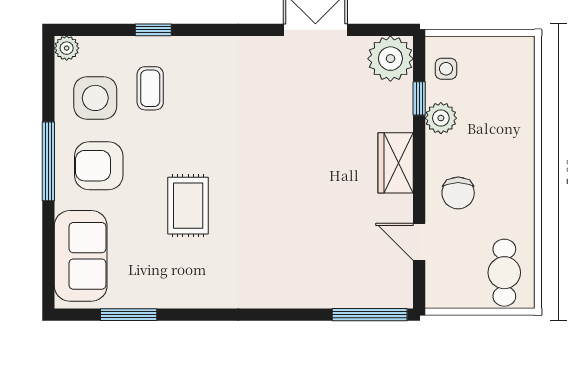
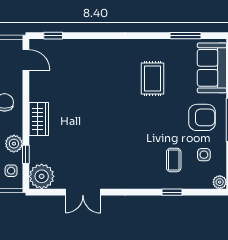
side table: (95, 98) -> (204, 155), width x0.54, depth x0.54
rug: (188, 206) -> (153, 78), moved
door: (419, 242) -> (26, 60), moved
window: (370, 315) -> (53, 36), width x0.46

